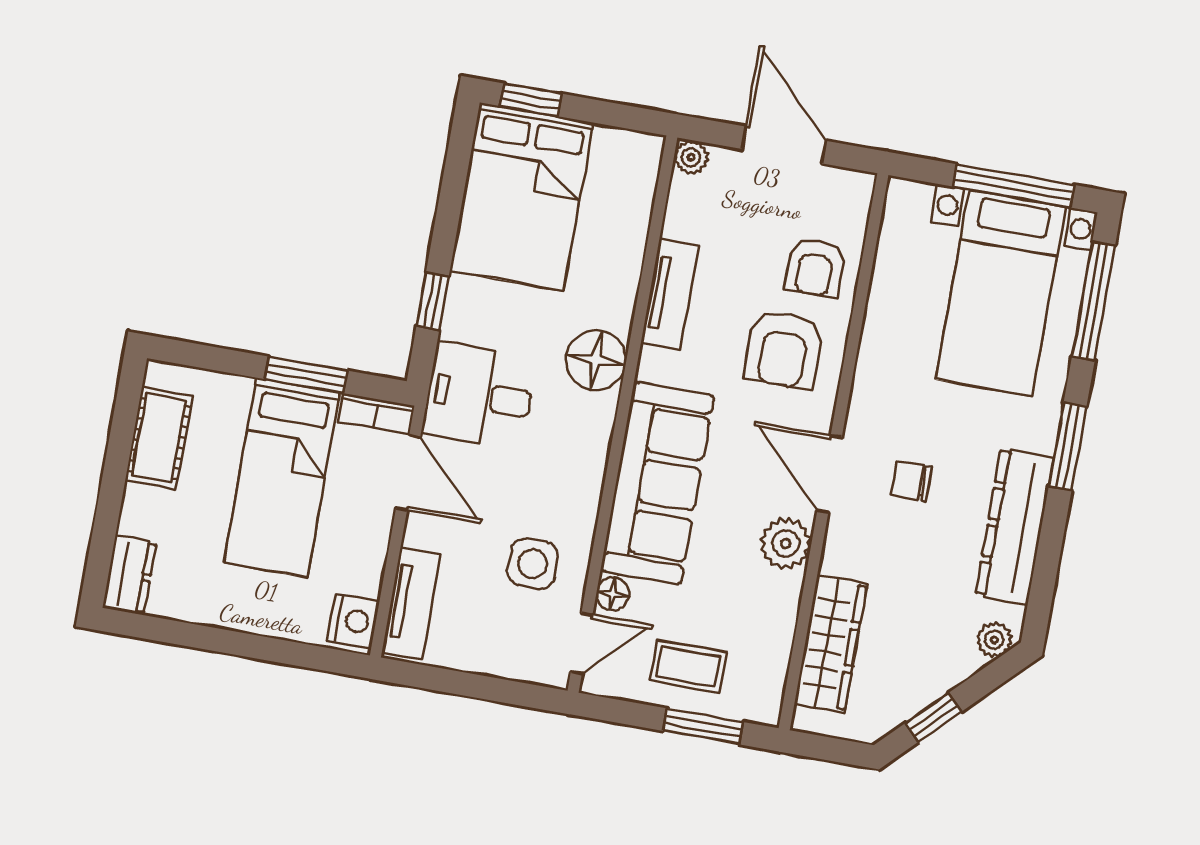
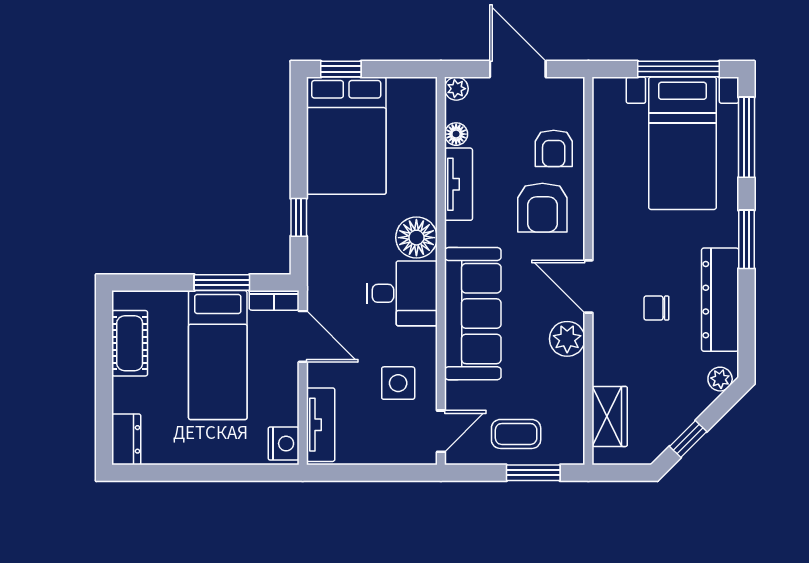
desk: (479, 396) -> (402, 293), moved, turned 180
chair: (911, 481) -> (656, 308), moved
floor lamp: (613, 594) -> (456, 134), moved
wardrobe: (831, 644) -> (610, 416), width x0.67

